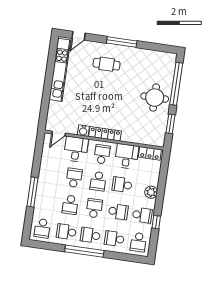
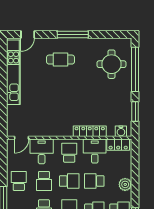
round table: (155, 98) -> (111, 64), moved
water cooler: (83, 131) -> (121, 131), moved
locker: (105, 134) -> (90, 131), moved
school desk: (50, 174) -> (19, 181), added
school desk: (74, 178) -> (44, 181), turned 180
school desk: (98, 181) -> (69, 181), turned -90

